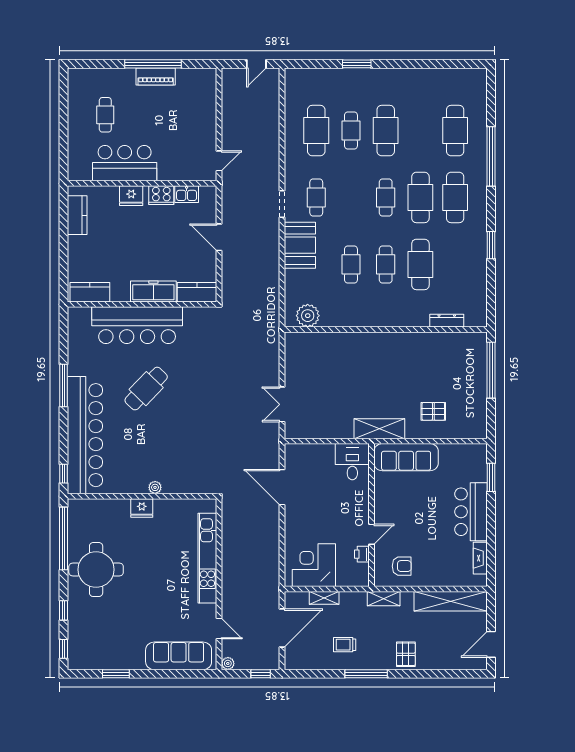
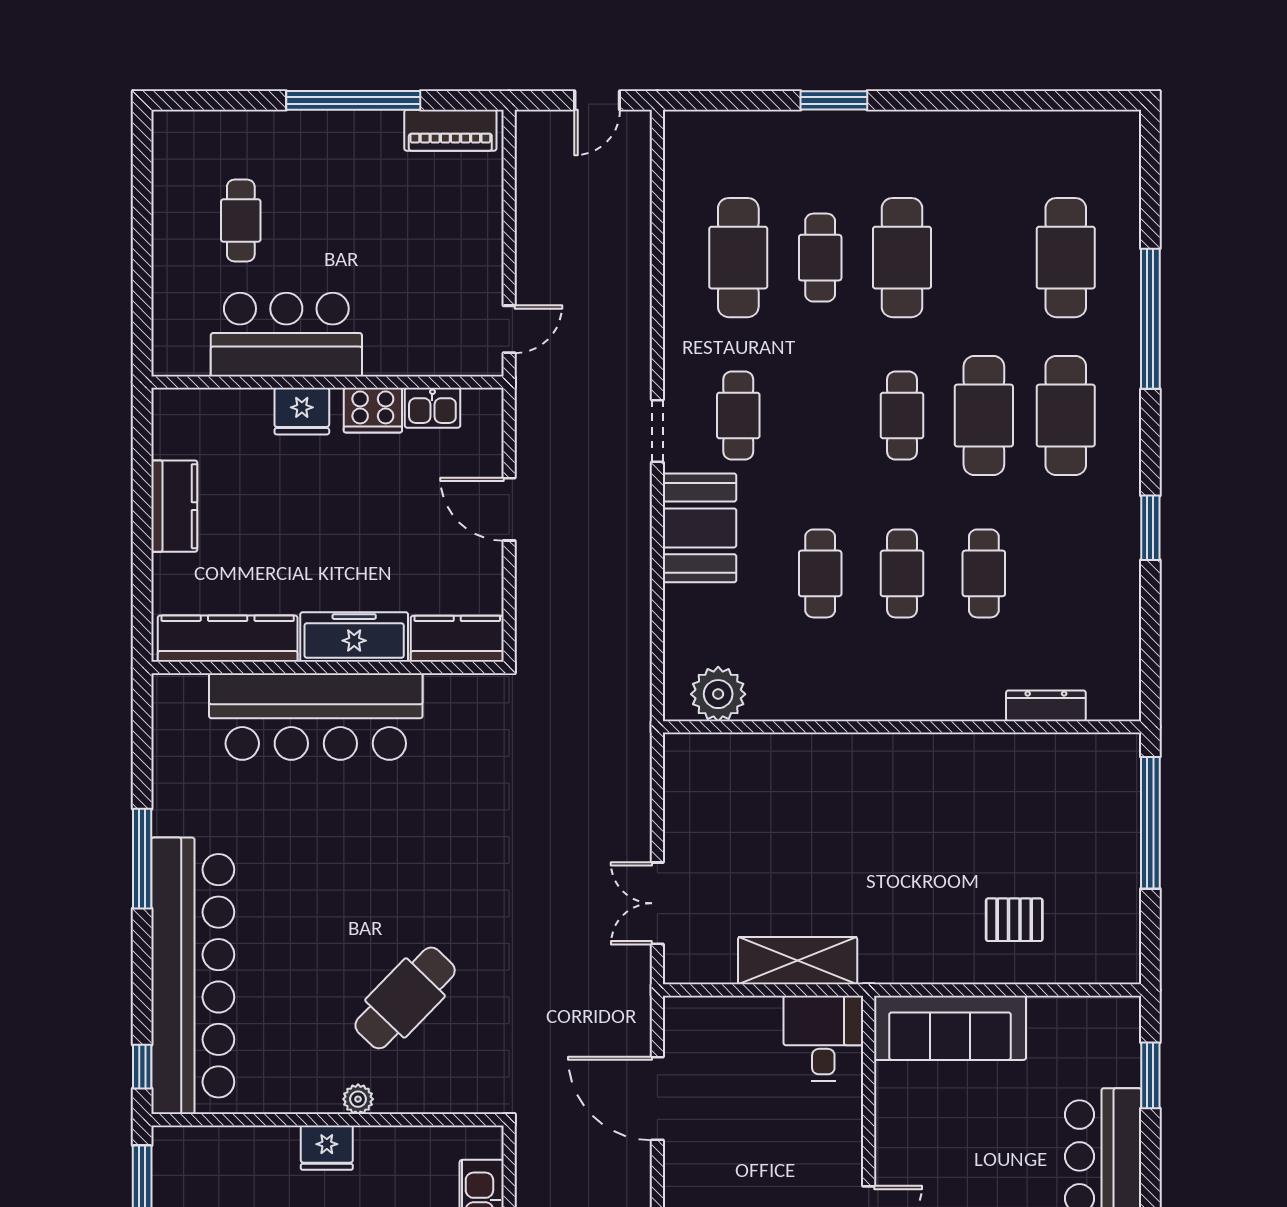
piano: (156, 77) -> (450, 130), moved
kitchen counter: (77, 215) -> (174, 506), moved
cafe table: (420, 264) -> (984, 573), width x0.73, depth x0.74
kitchen counter: (90, 292) -> (228, 639), width x1.50
cafe table: (146, 389) -> (405, 998), moved
shelving: (379, 429) -> (798, 961), moved

